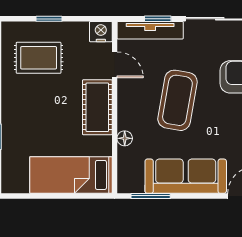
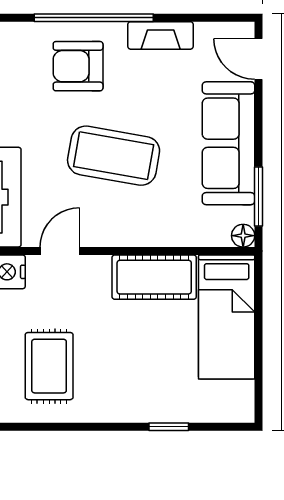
cot: (97, 107) -> (154, 277), moved
floor lamp: (125, 138) -> (243, 236), moved

